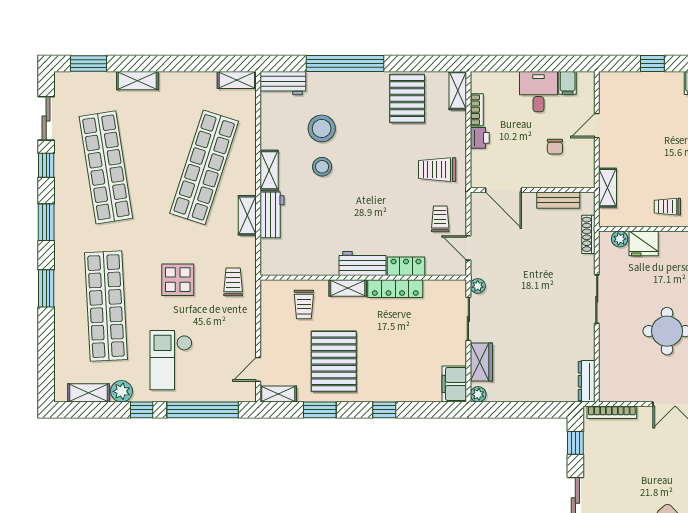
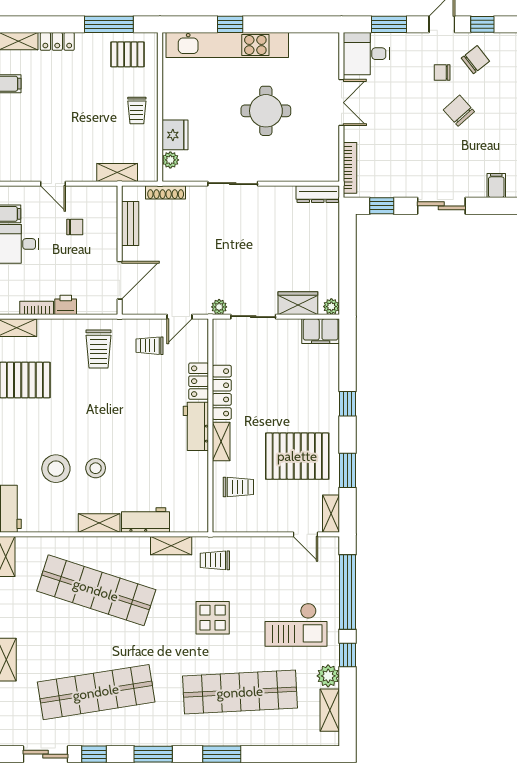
shelving: (247, 215) -> (171, 546), moved

